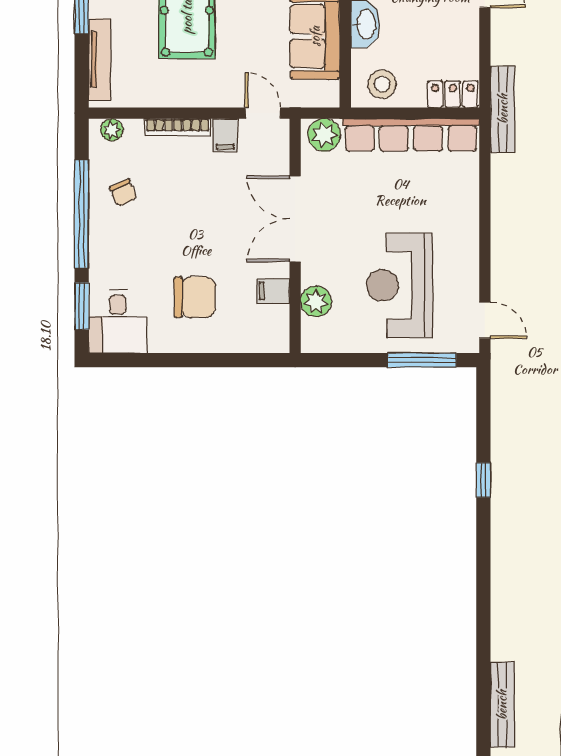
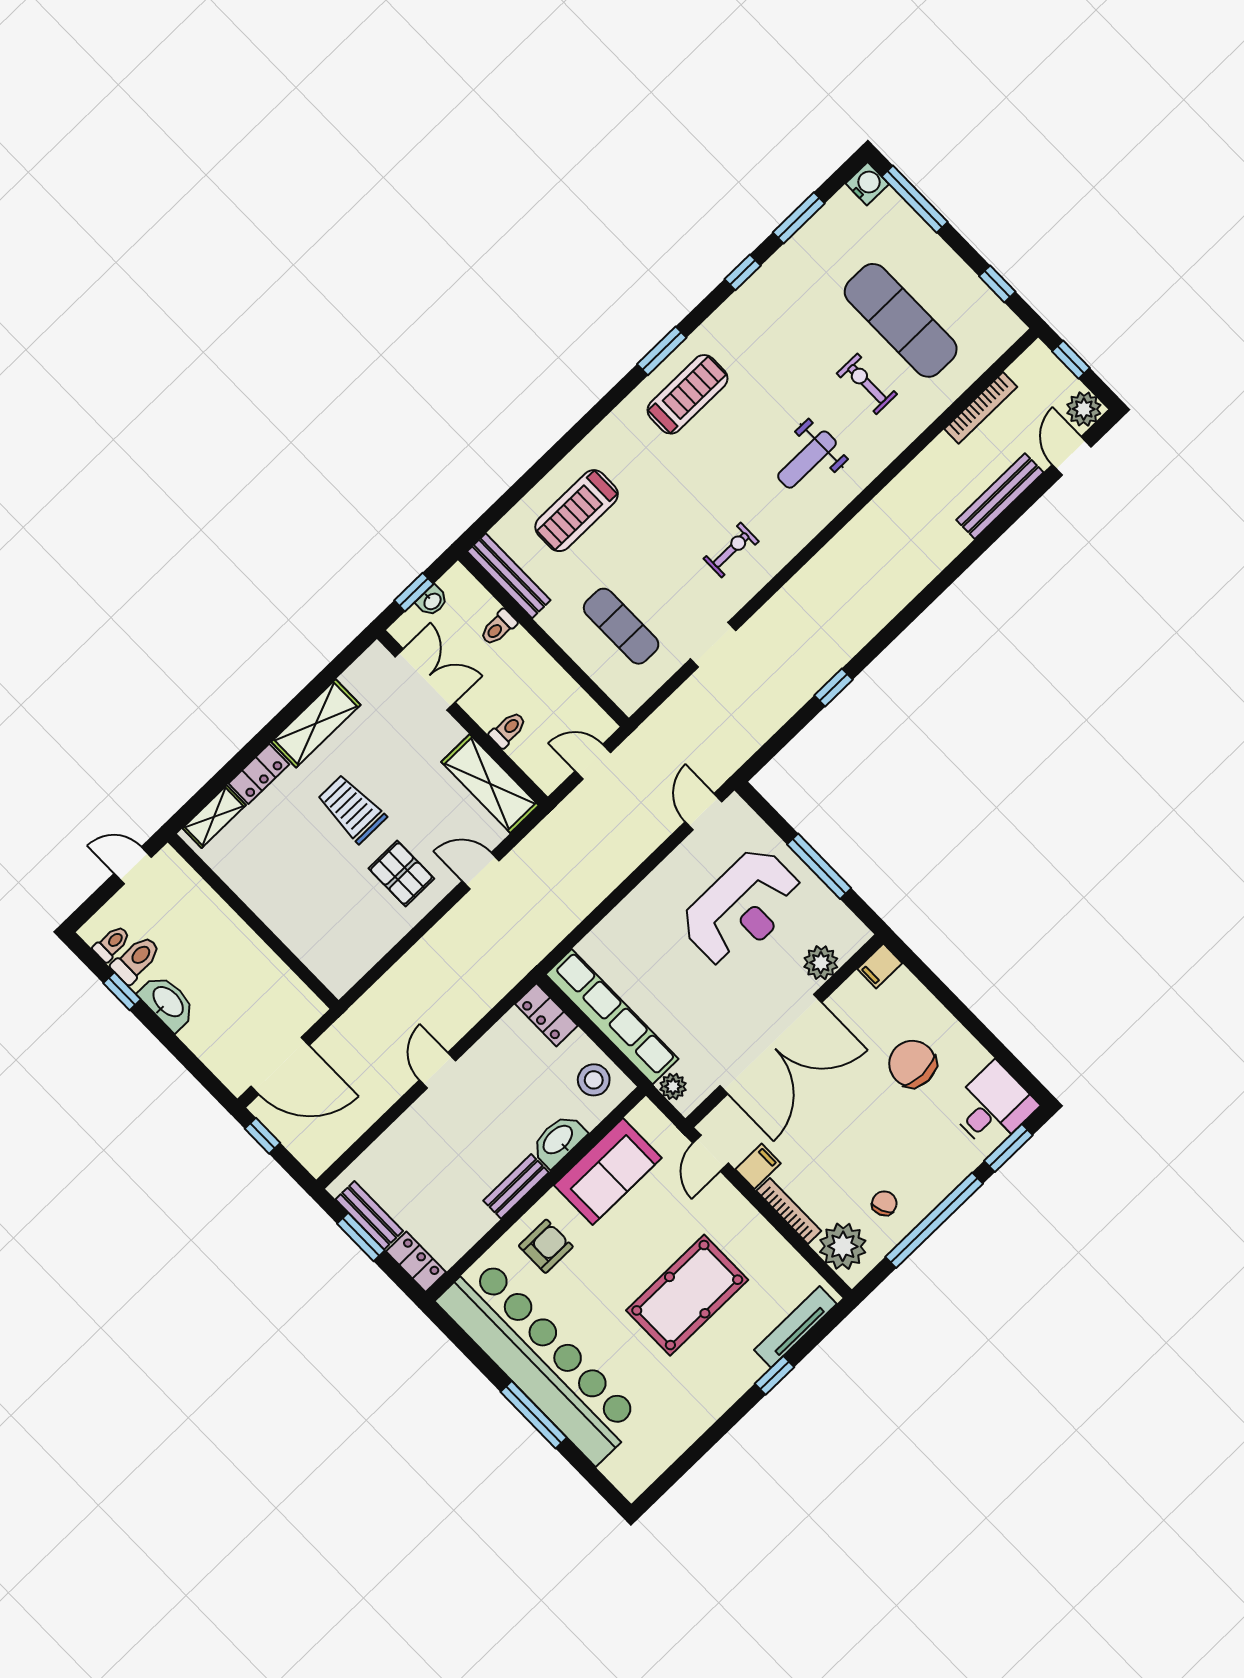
bench: (503, 109) -> (520, 963), removed
plant: (112, 130) -> (843, 1246), width x1.87, depth x1.87
plant: (324, 135) -> (673, 1086), width x0.73, depth x0.73
double door: (295, 219) -> (771, 1044), width x1.36
filing cabinet: (273, 291) -> (880, 966), moved, turned 90
window: (422, 360) -> (819, 866), moved

